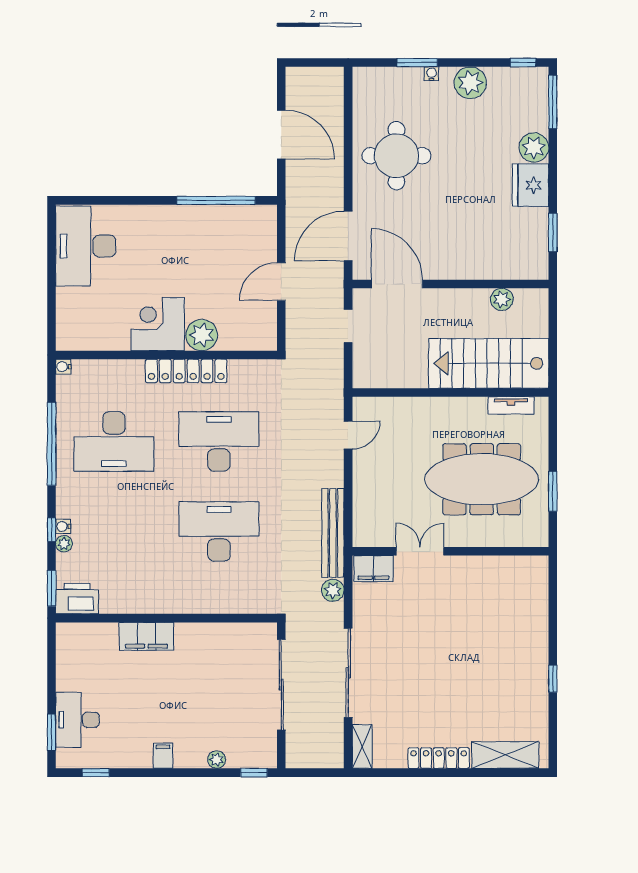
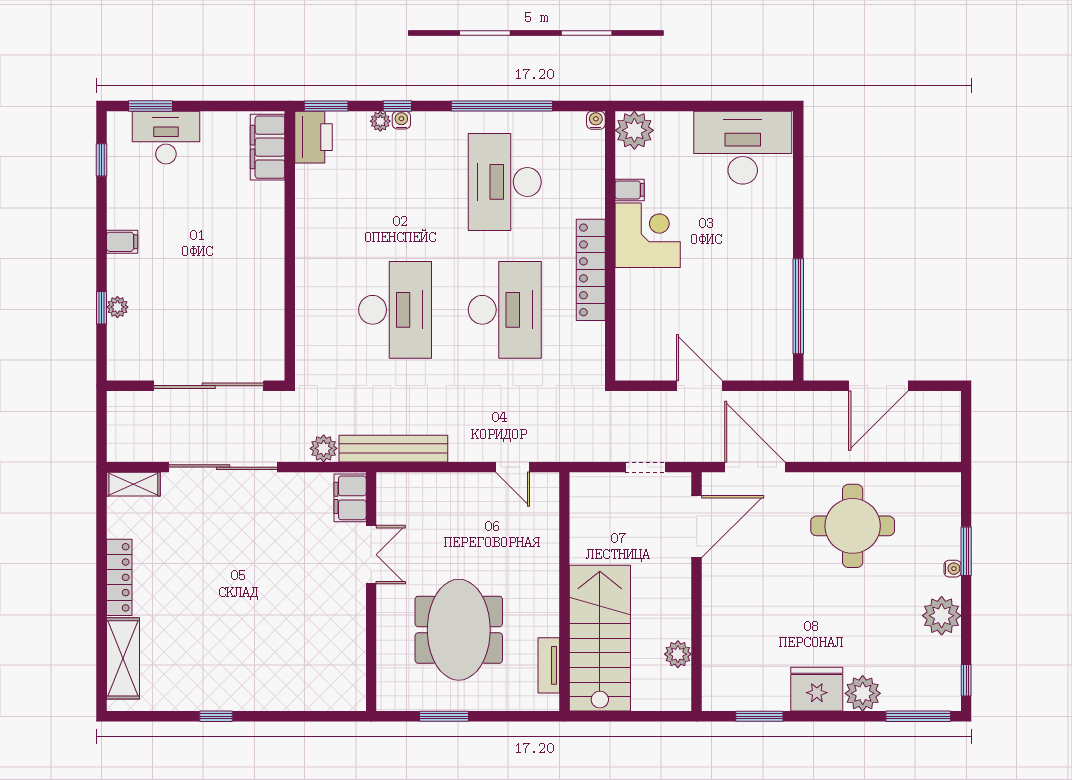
plant: (202, 335) -> (634, 130), moved
filing cabinet: (120, 339) -> (630, 190), added
meeting table: (482, 479) -> (459, 630), width x0.73
filing cabinet: (146, 636) -> (268, 147), moved
window: (254, 773) -> (102, 308), moved

